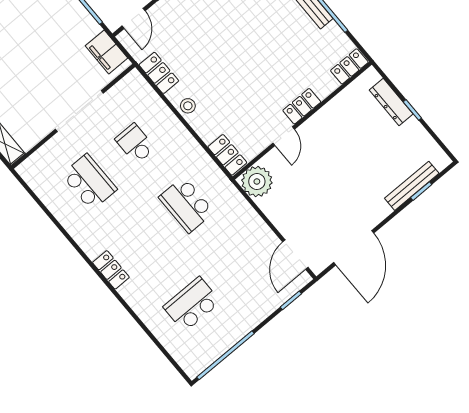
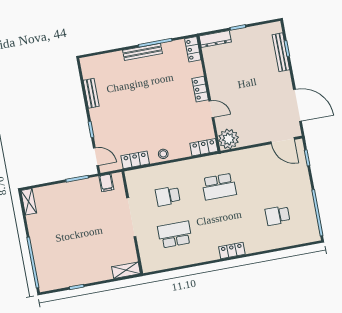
filing cabinet: (107, 52) -> (106, 183), width x0.50
dresser: (391, 102) -> (215, 39), moved
school desk: (192, 304) -> (277, 215), width x0.54

